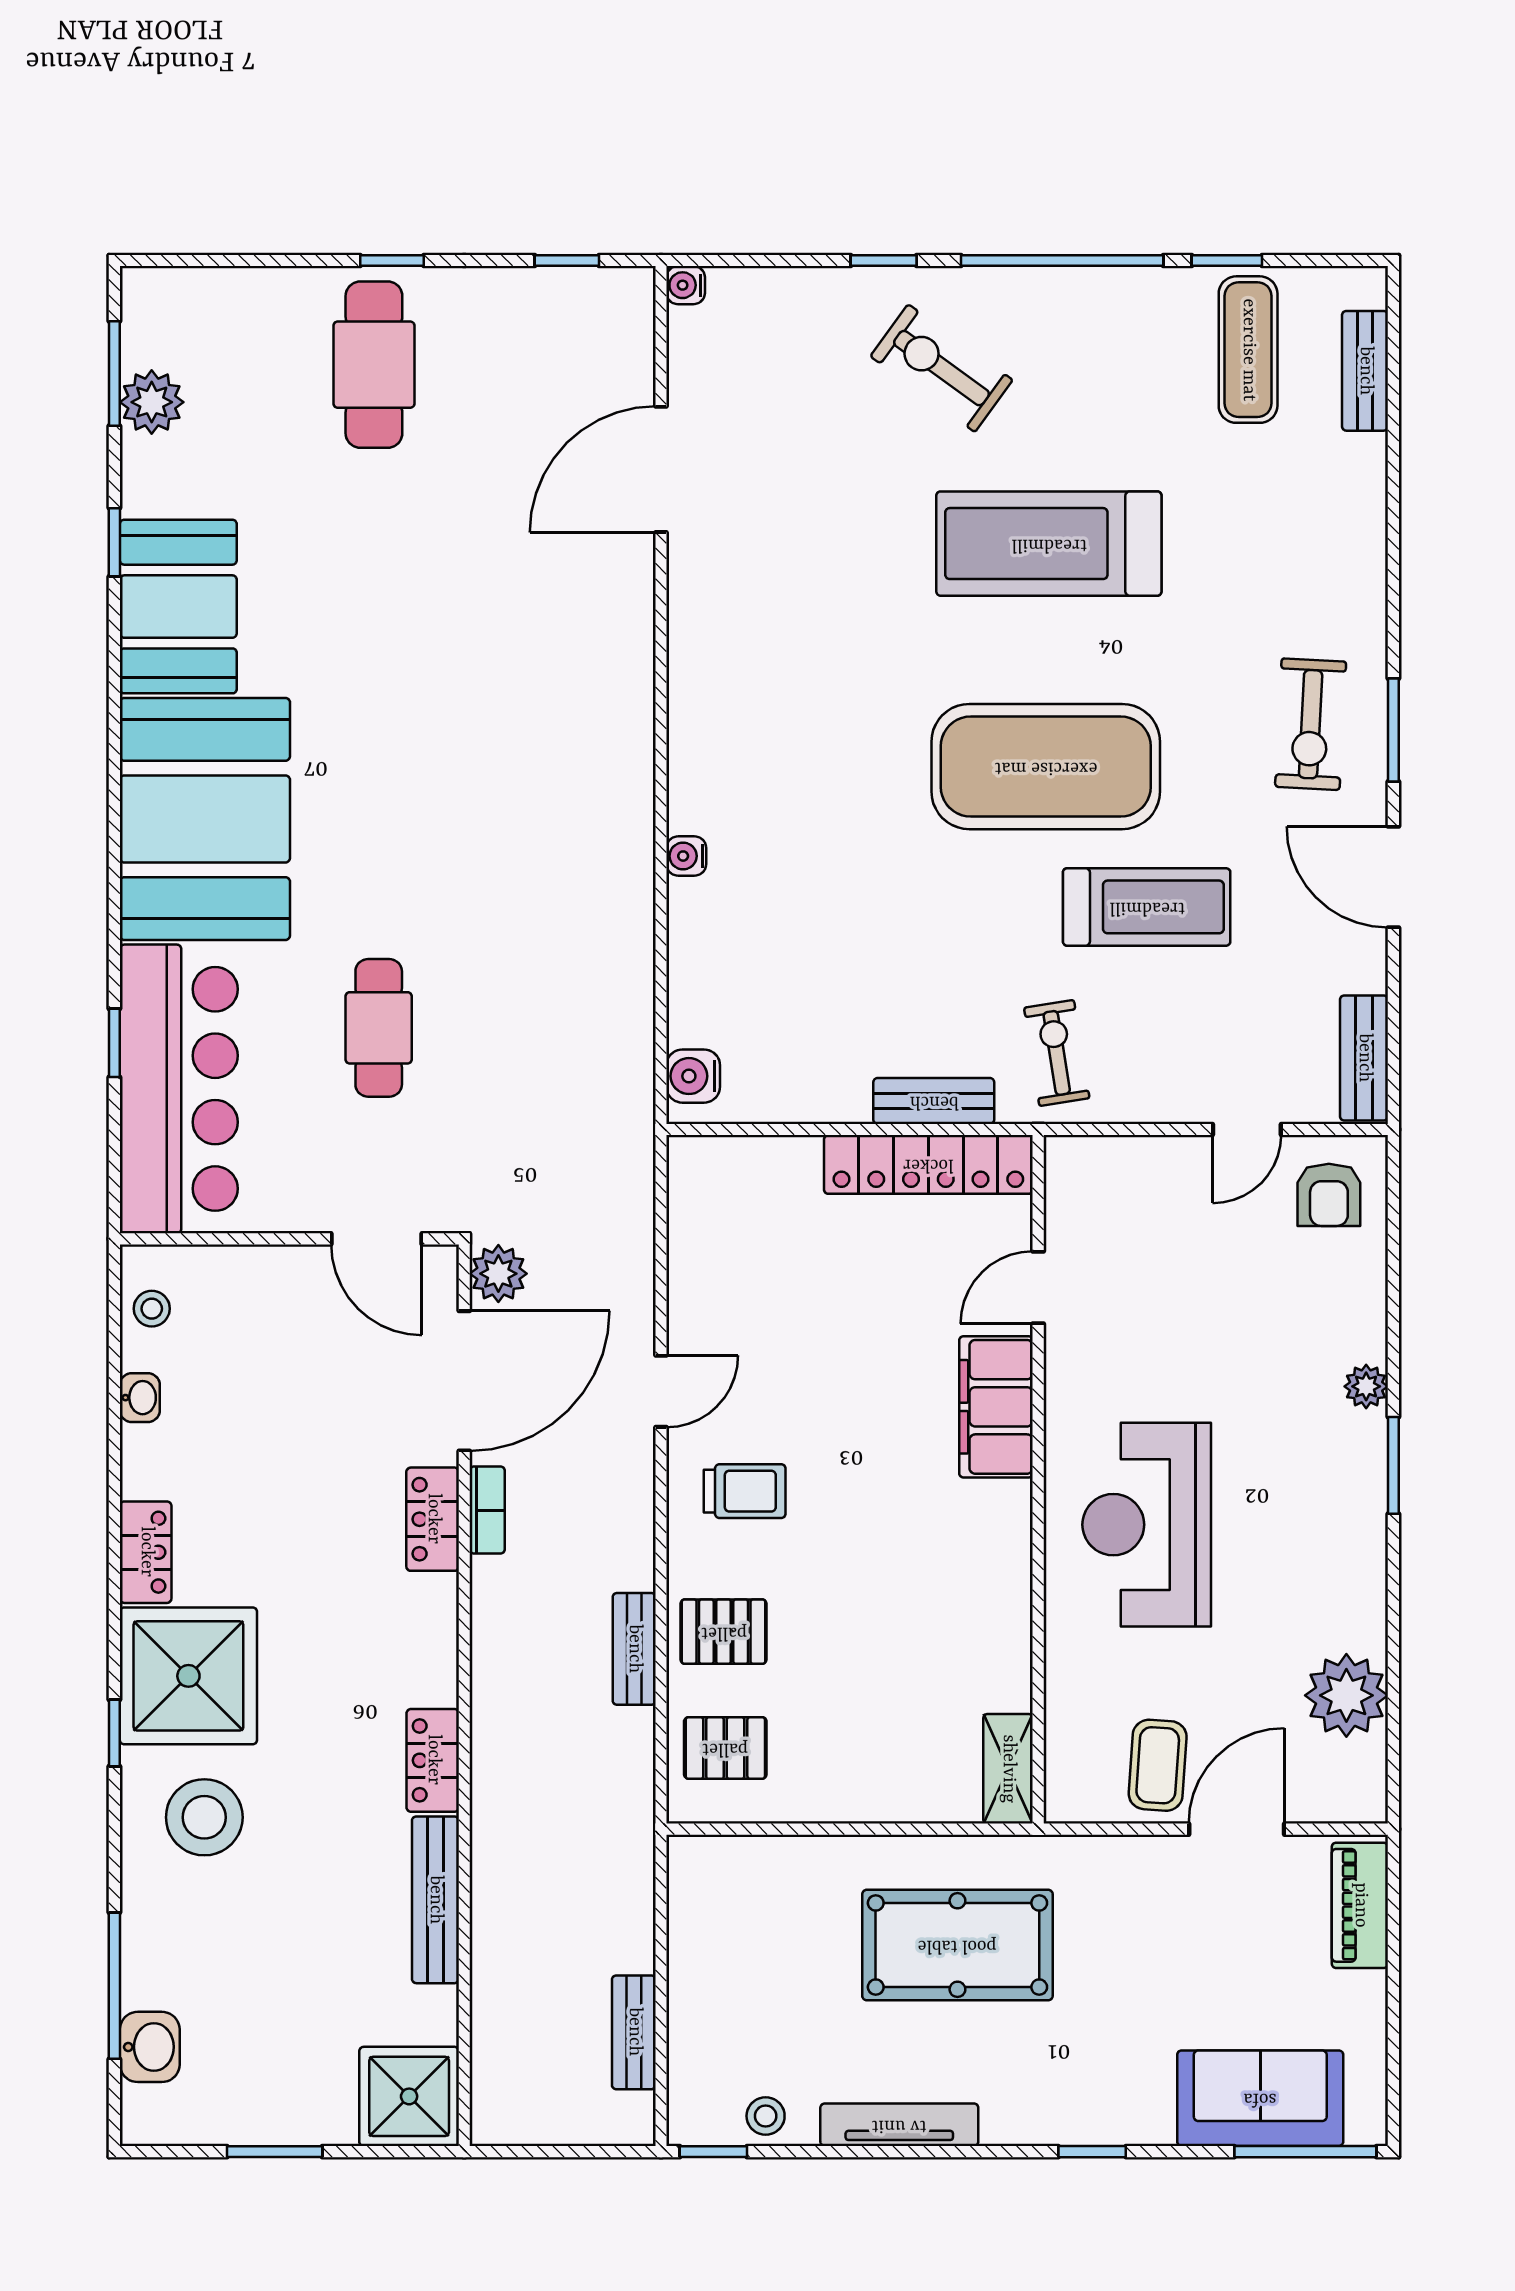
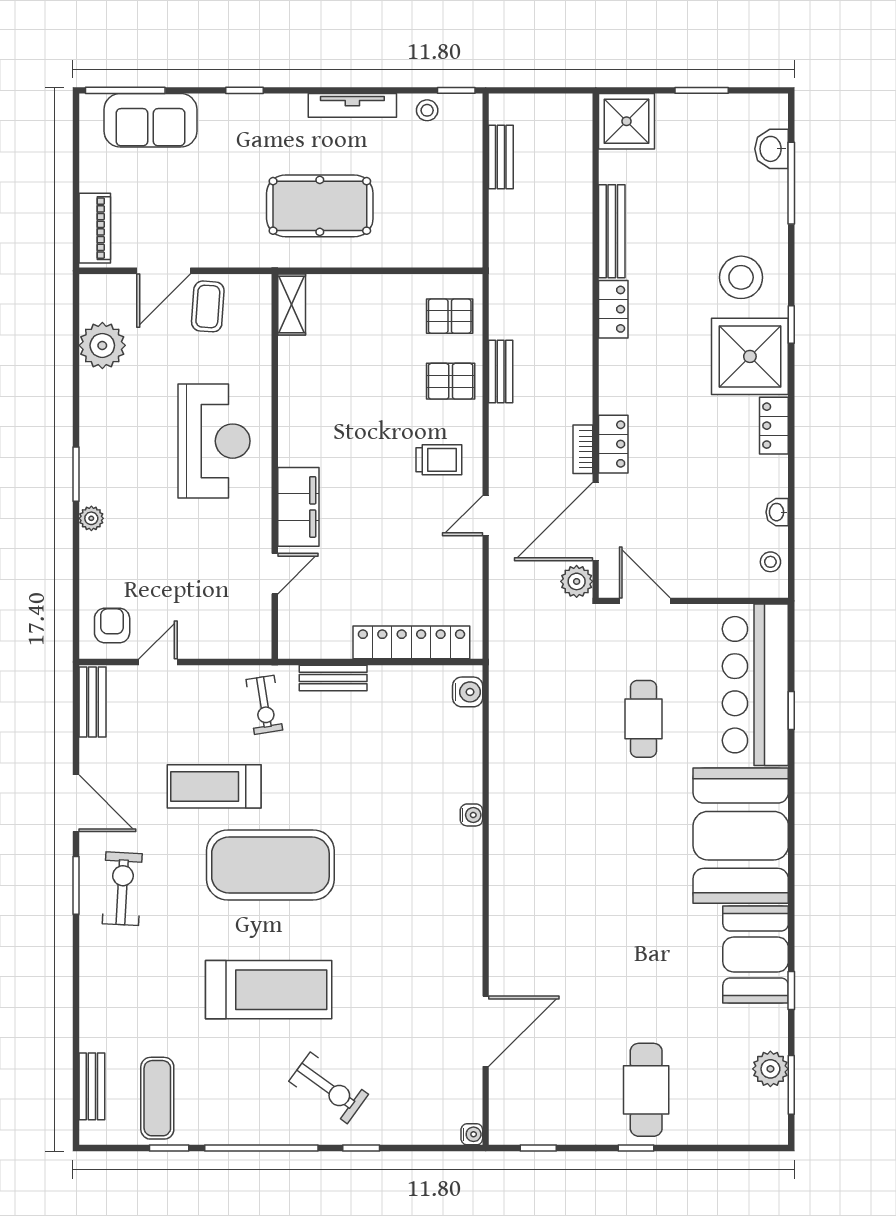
locker: (928, 1164) -> (411, 642), moved
trolley: (745, 1491) -> (439, 460), turned 180

